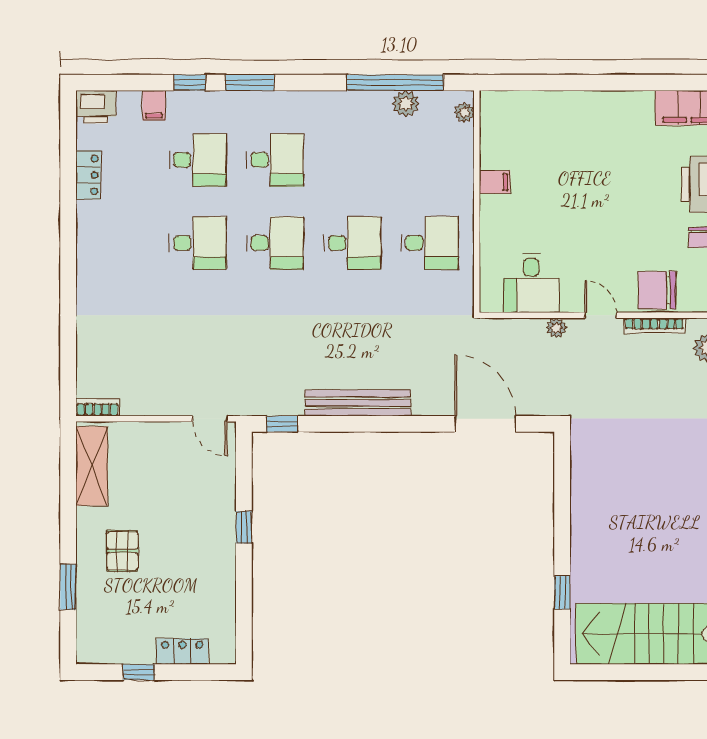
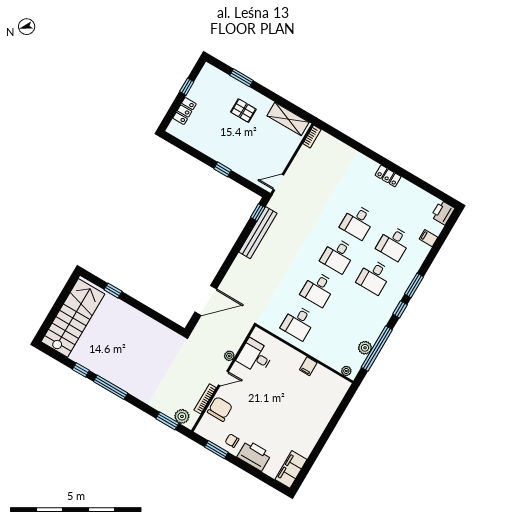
window: (190, 83) -> (400, 309), moved
locker: (88, 175) -> (388, 176), moved
bench: (358, 403) -> (258, 233), moved

